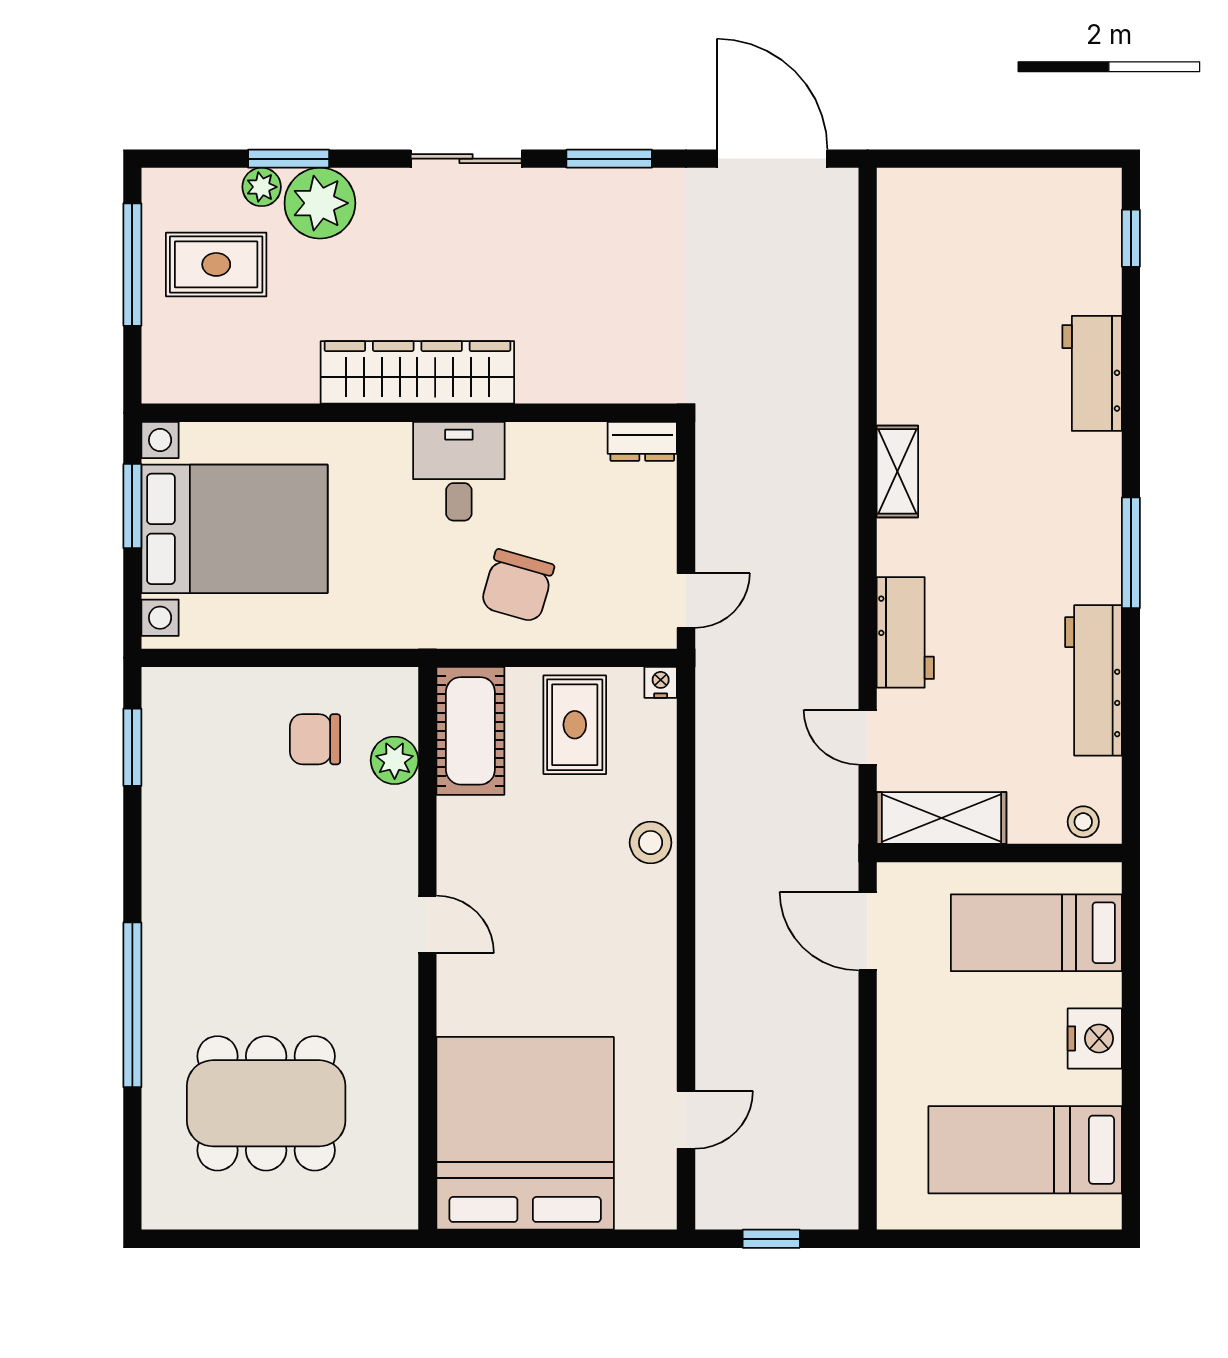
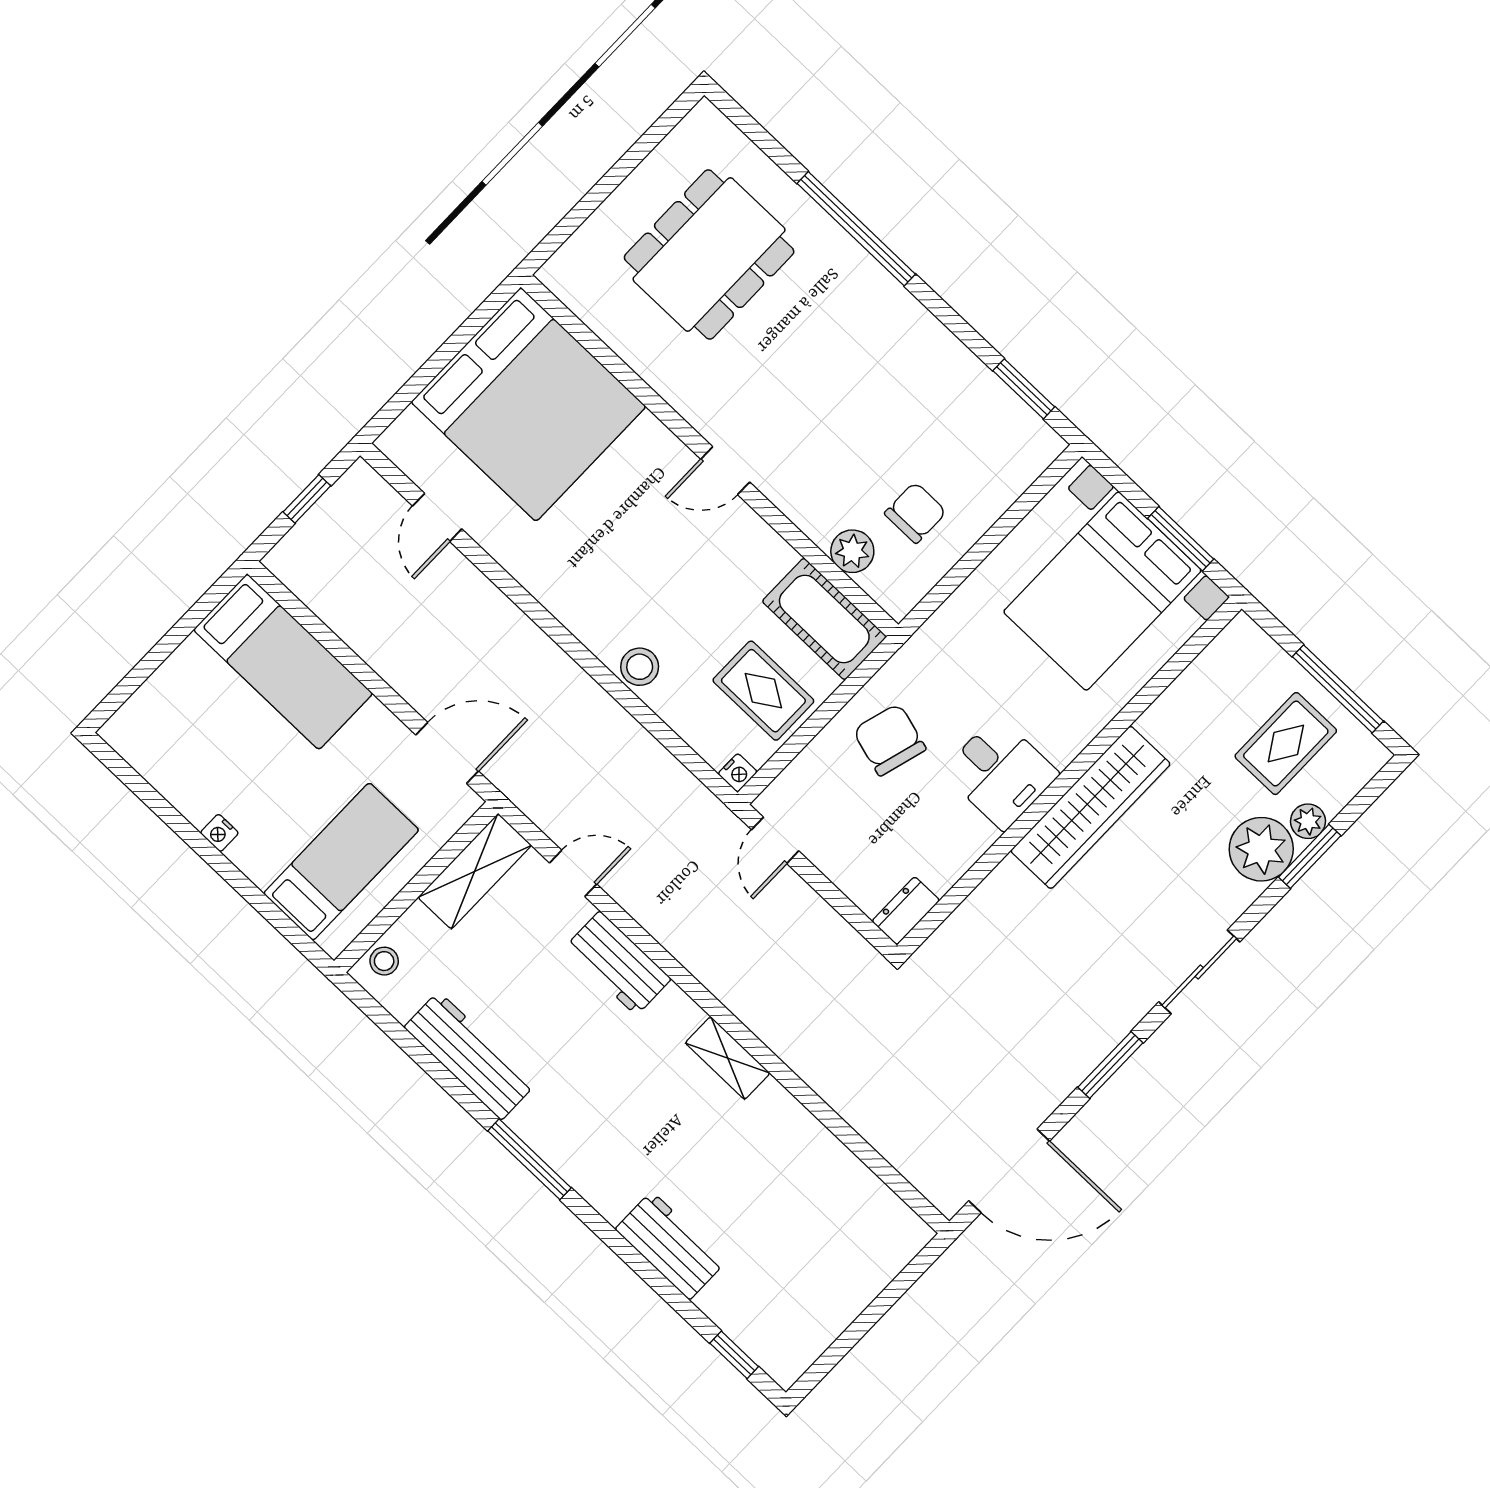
nightstand: (1095, 1038) -> (219, 833), width x0.53, depth x0.56
bed: (1025, 1150) -> (283, 662), moved, turned 90

